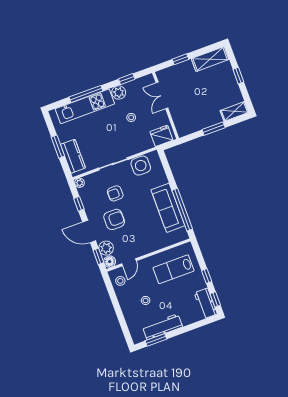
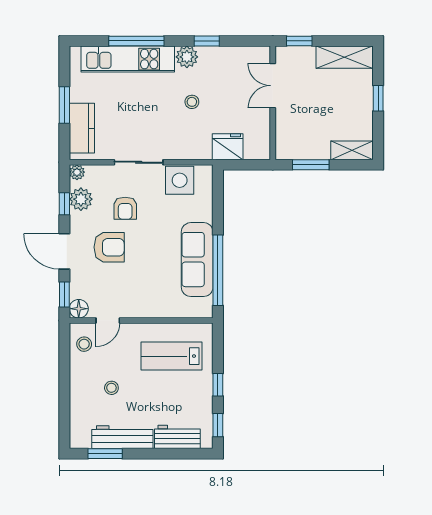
double door: (162, 95) -> (273, 86), moved
wall: (166, 105) -> (273, 103), moved
armchair: (115, 193) -> (125, 208), turned -90
plant: (106, 248) -> (81, 199), moved
workbench: (206, 303) -> (177, 437), moved, turned 90

